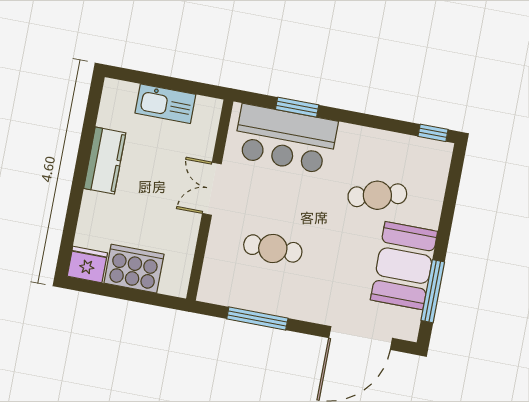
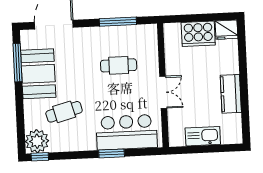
window: (297, 107) -> (112, 153), moved
plant: (432, 159) -> (37, 141), added

